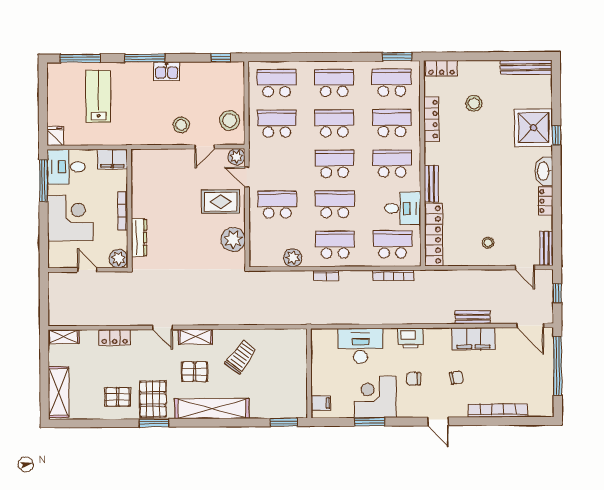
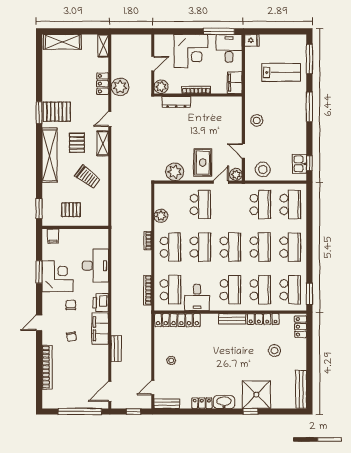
kitchen sink: (167, 71) -> (299, 164), moved
stool: (181, 125) -> (257, 120), moved
bench: (431, 184) -> (232, 319), moved
plant: (119, 314) -> (120, 87), added
filing cabinet: (473, 339) -> (100, 329), moved
pallet: (118, 397) -> (71, 210), moved, turned 90

